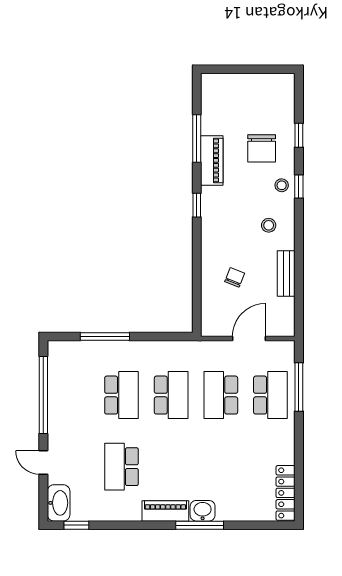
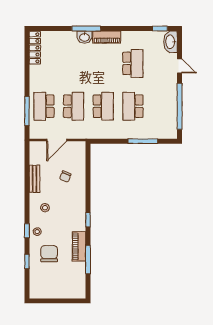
school desk: (171, 395) -> (103, 106), turned 180

